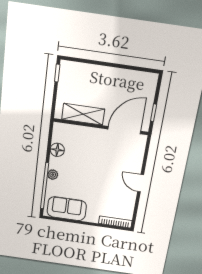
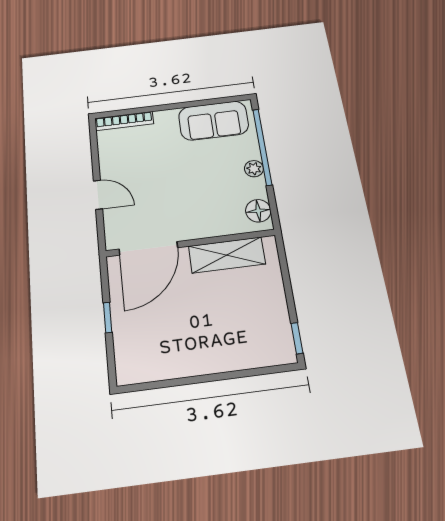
shelving: (83, 114) -> (227, 255), moved
wall: (101, 127) -> (190, 243), moved
door: (124, 130) -> (148, 248), moved

